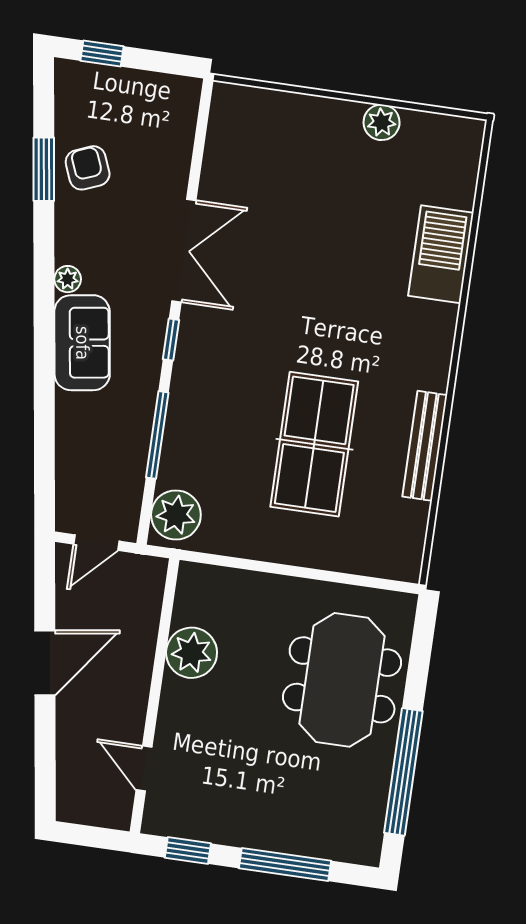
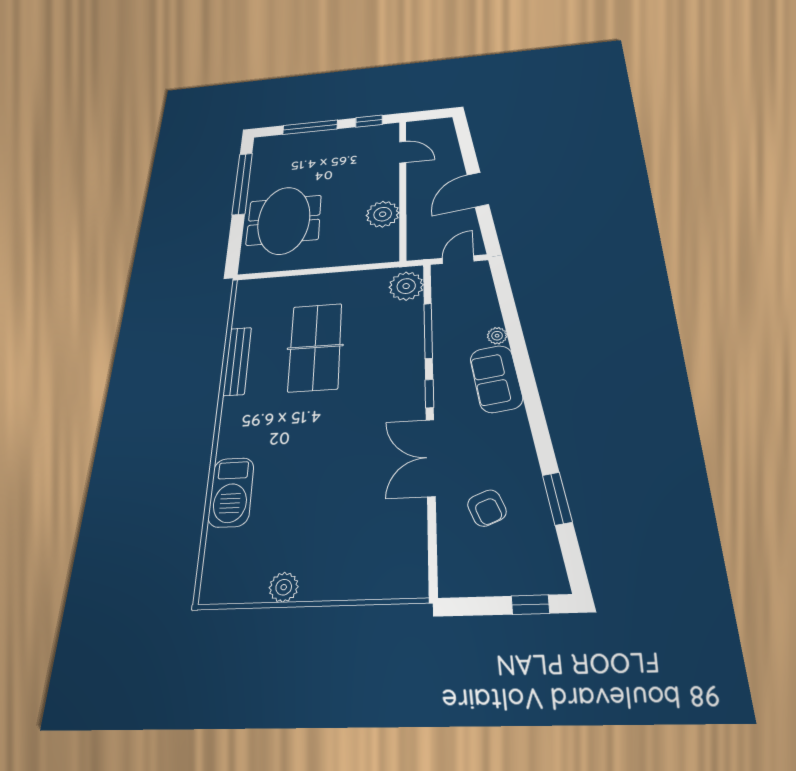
armchair: (88, 168) -> (487, 508), moved
plant: (68, 279) -> (497, 336), moved

